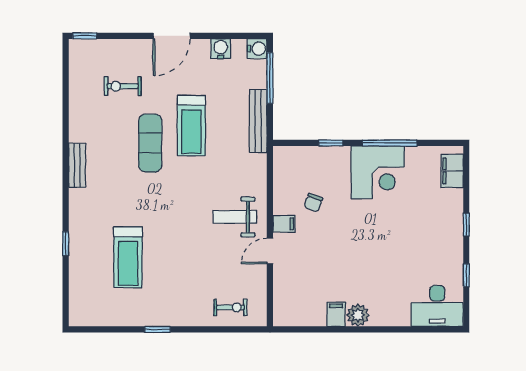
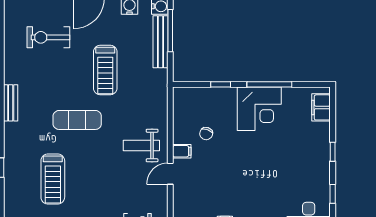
exercise bike: (123, 86) -> (48, 37), width x1.38, depth x1.39
bench: (258, 121) -> (160, 42), moved
exercise mat: (150, 143) -> (77, 120), moved, turned 90

